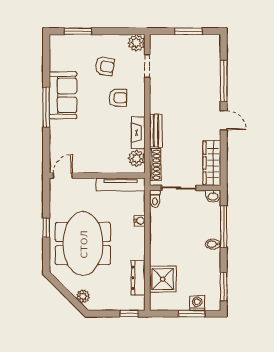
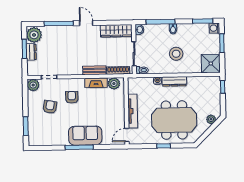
dresser: (184, 41) -> (31, 52), added
plant: (208, 45) -> (34, 35), added
sofa: (63, 95) -> (85, 136), moved
door: (224, 120) -> (86, 23), hinge flipped
door: (63, 176) -> (127, 135), hinge flipped
tv unit: (121, 184) -> (133, 111), moved
stool: (178, 248) -> (176, 54), added
dresser: (138, 278) -> (174, 81), moved
shower: (163, 279) -> (211, 63), moved
washing machine: (197, 303) -> (214, 28), moved

